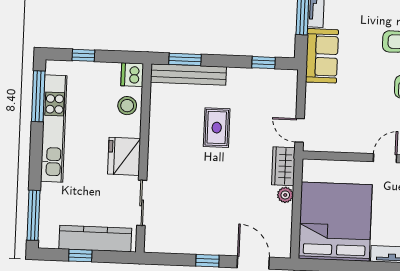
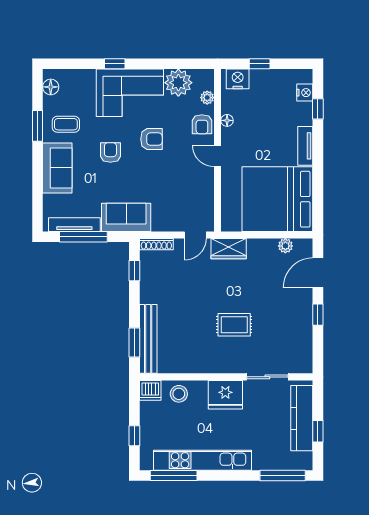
shoe rack: (291, 88) -> (156, 244), added
rug: (217, 128) -> (234, 325), moved
plant: (285, 195) -> (285, 246), moved

